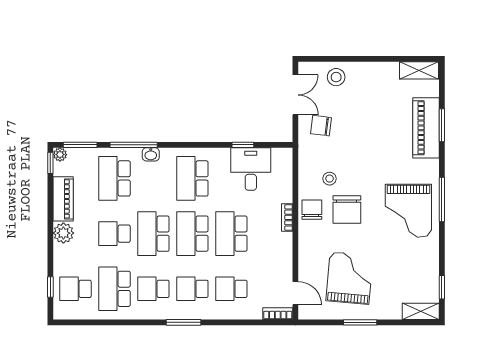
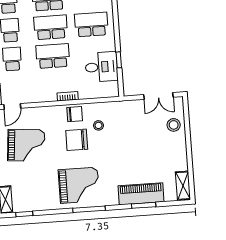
chair: (321, 126) -> (137, 116), removed
grand piano: (408, 211) -> (79, 185), turned 180

